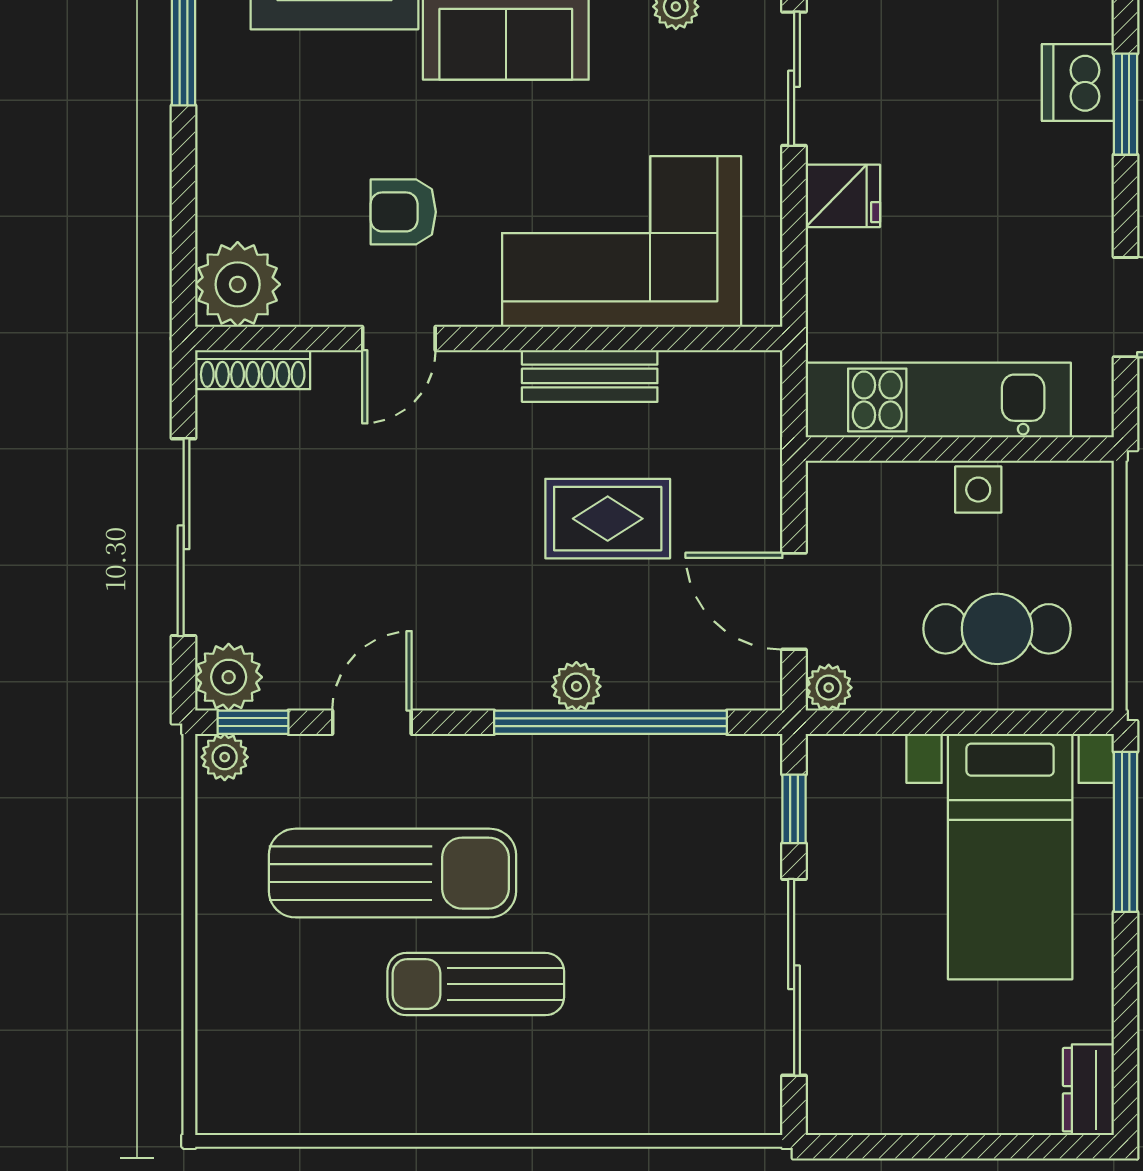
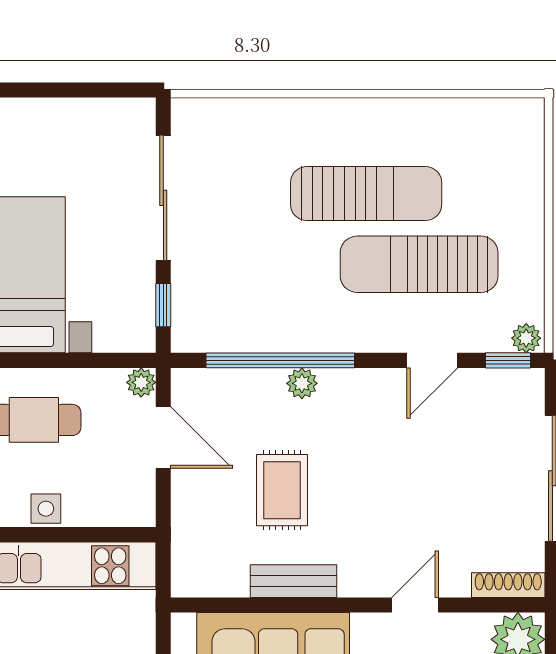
rug: (608, 519) -> (282, 490), turned 90
plant: (229, 677) -> (524, 389), removed
sun lounger: (476, 984) -> (366, 194), width x1.36, depth x1.34

